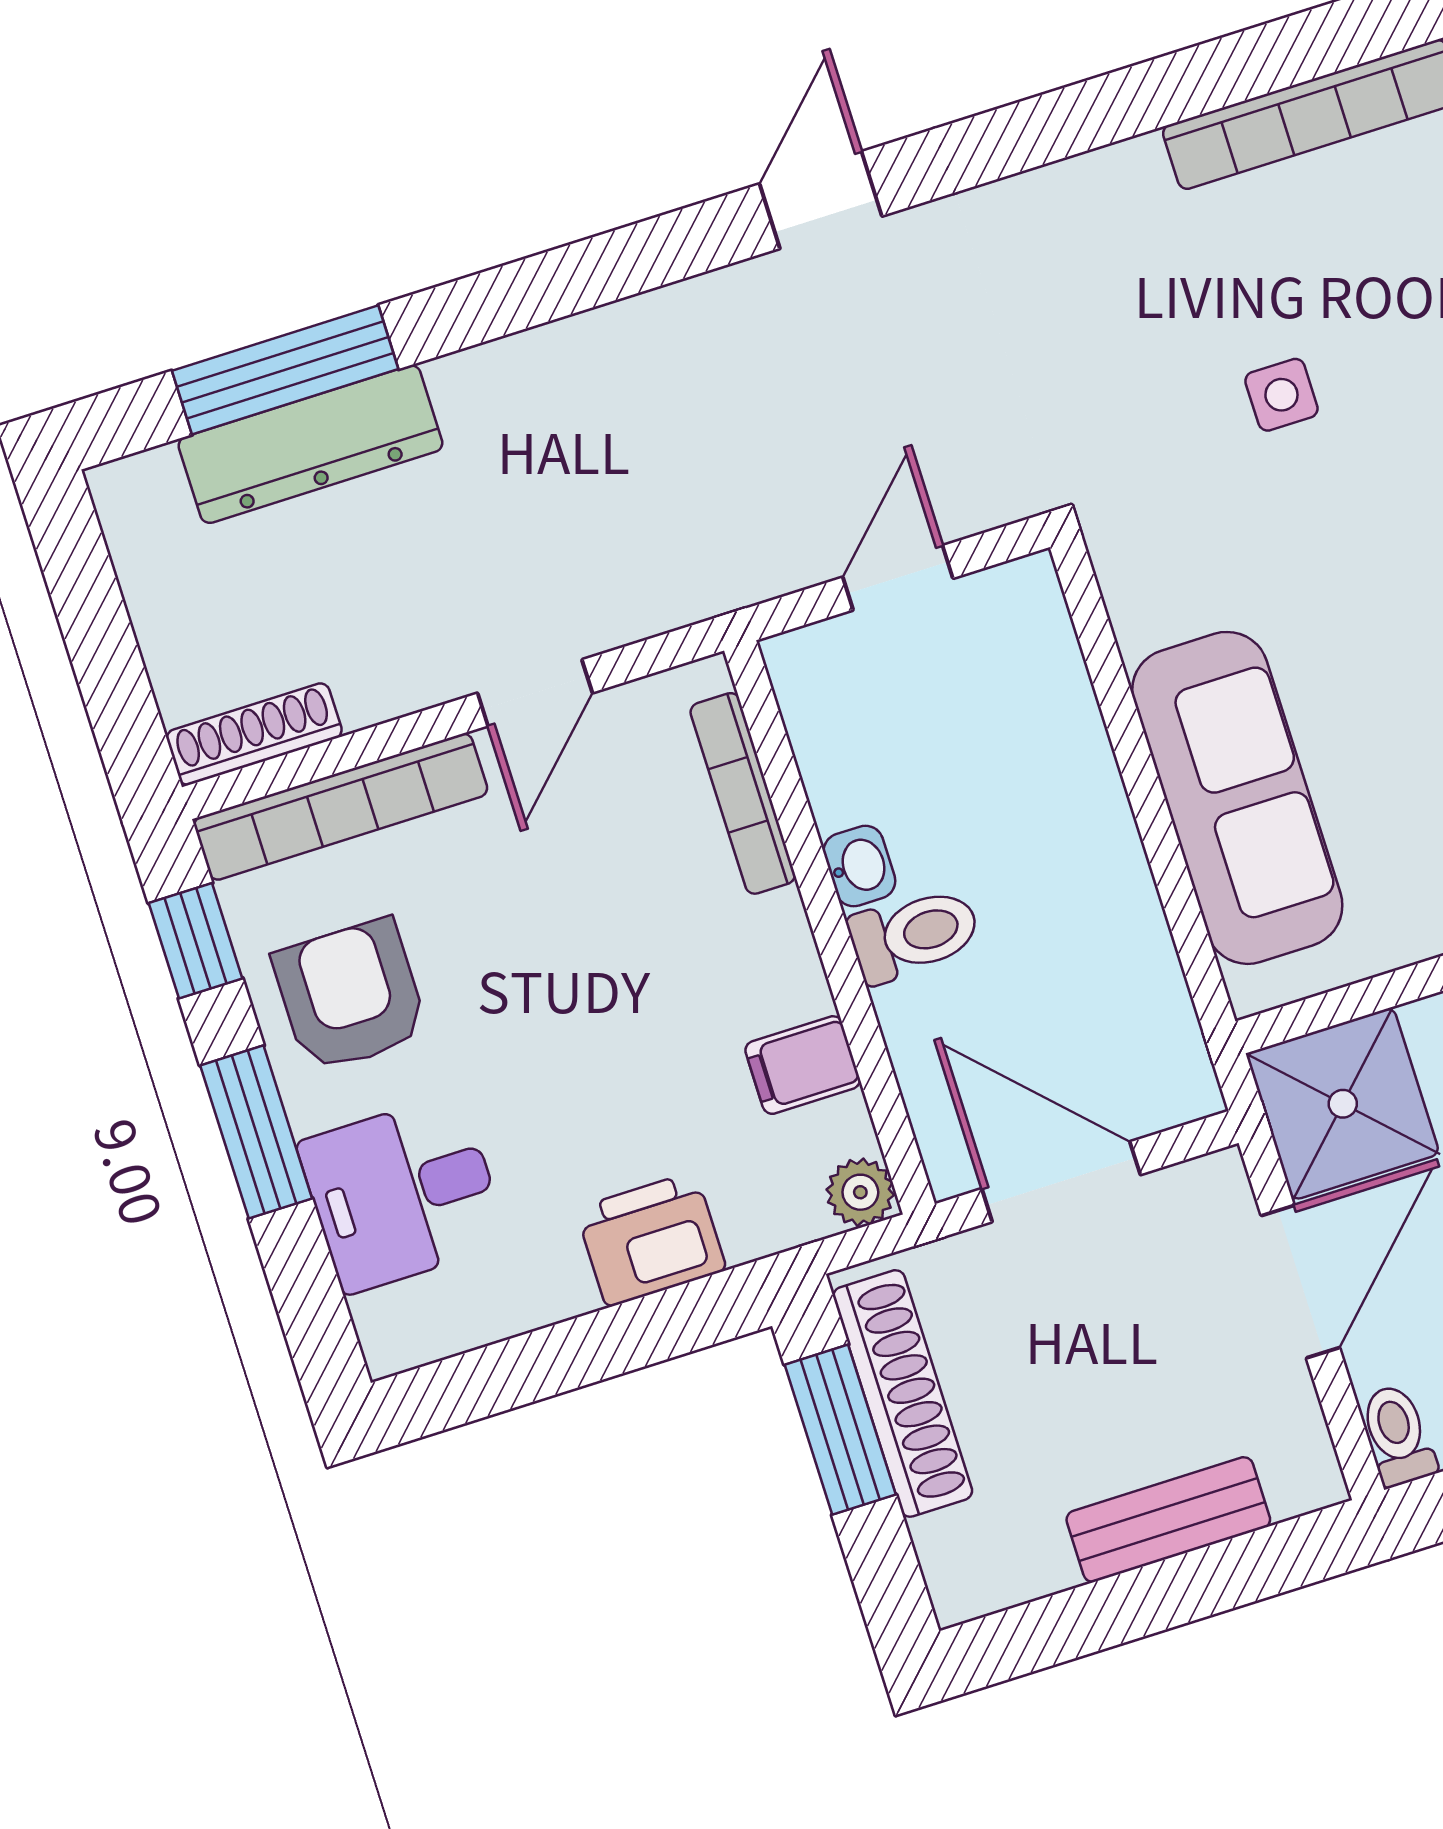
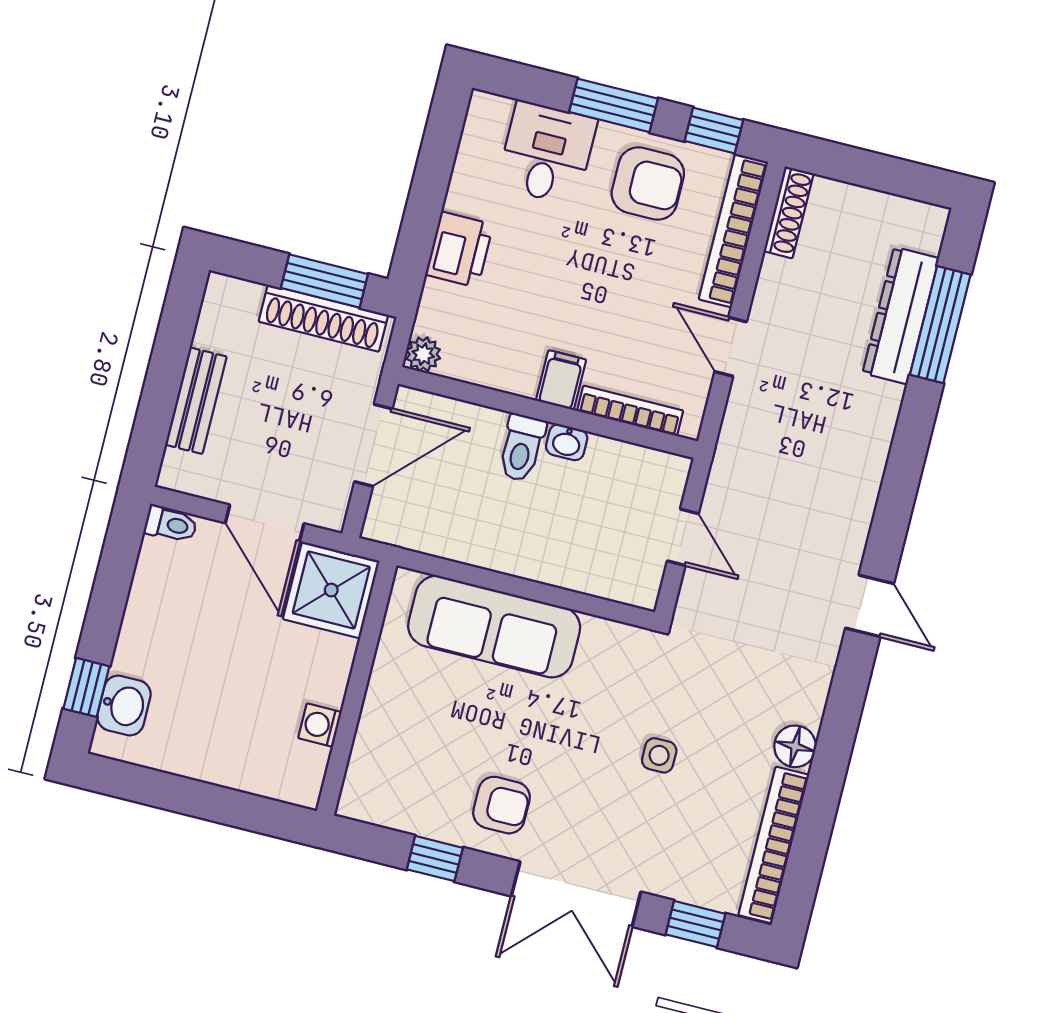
floor lamp: (1128, 180) -> (795, 746), added
filing cabinet: (803, 1065) -> (561, 380), moved

